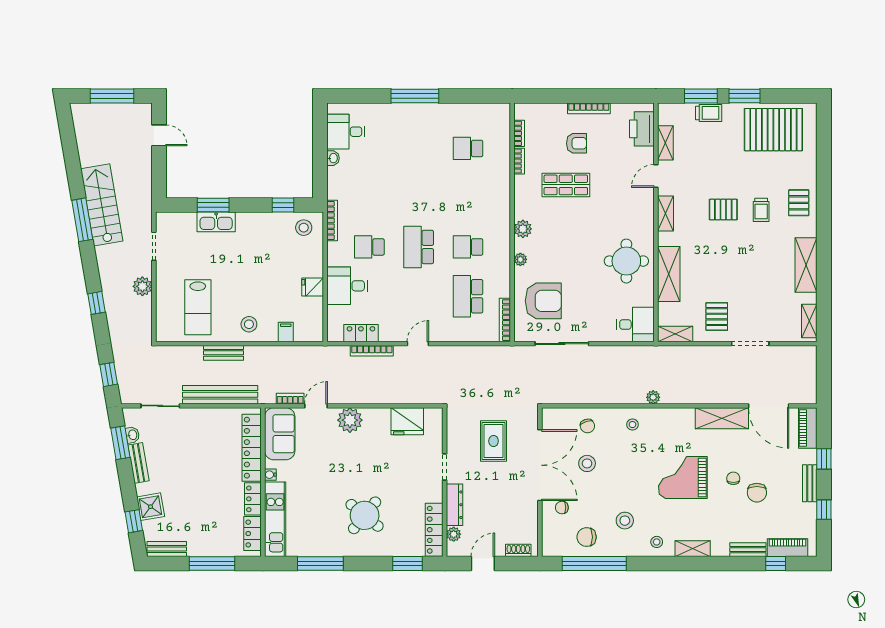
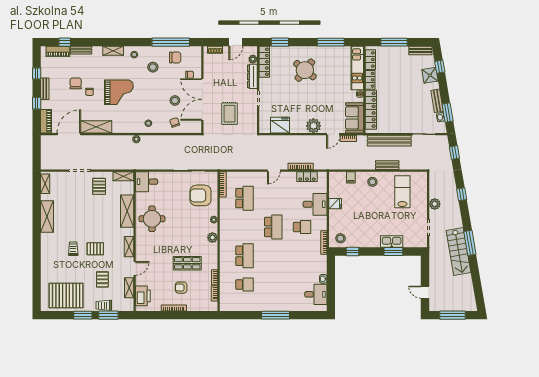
pallet: (799, 203) -> (102, 279), moved
school desk: (468, 247) -> (244, 256), moved, width x1.85
door: (769, 406) -> (69, 134), hinge flipped

